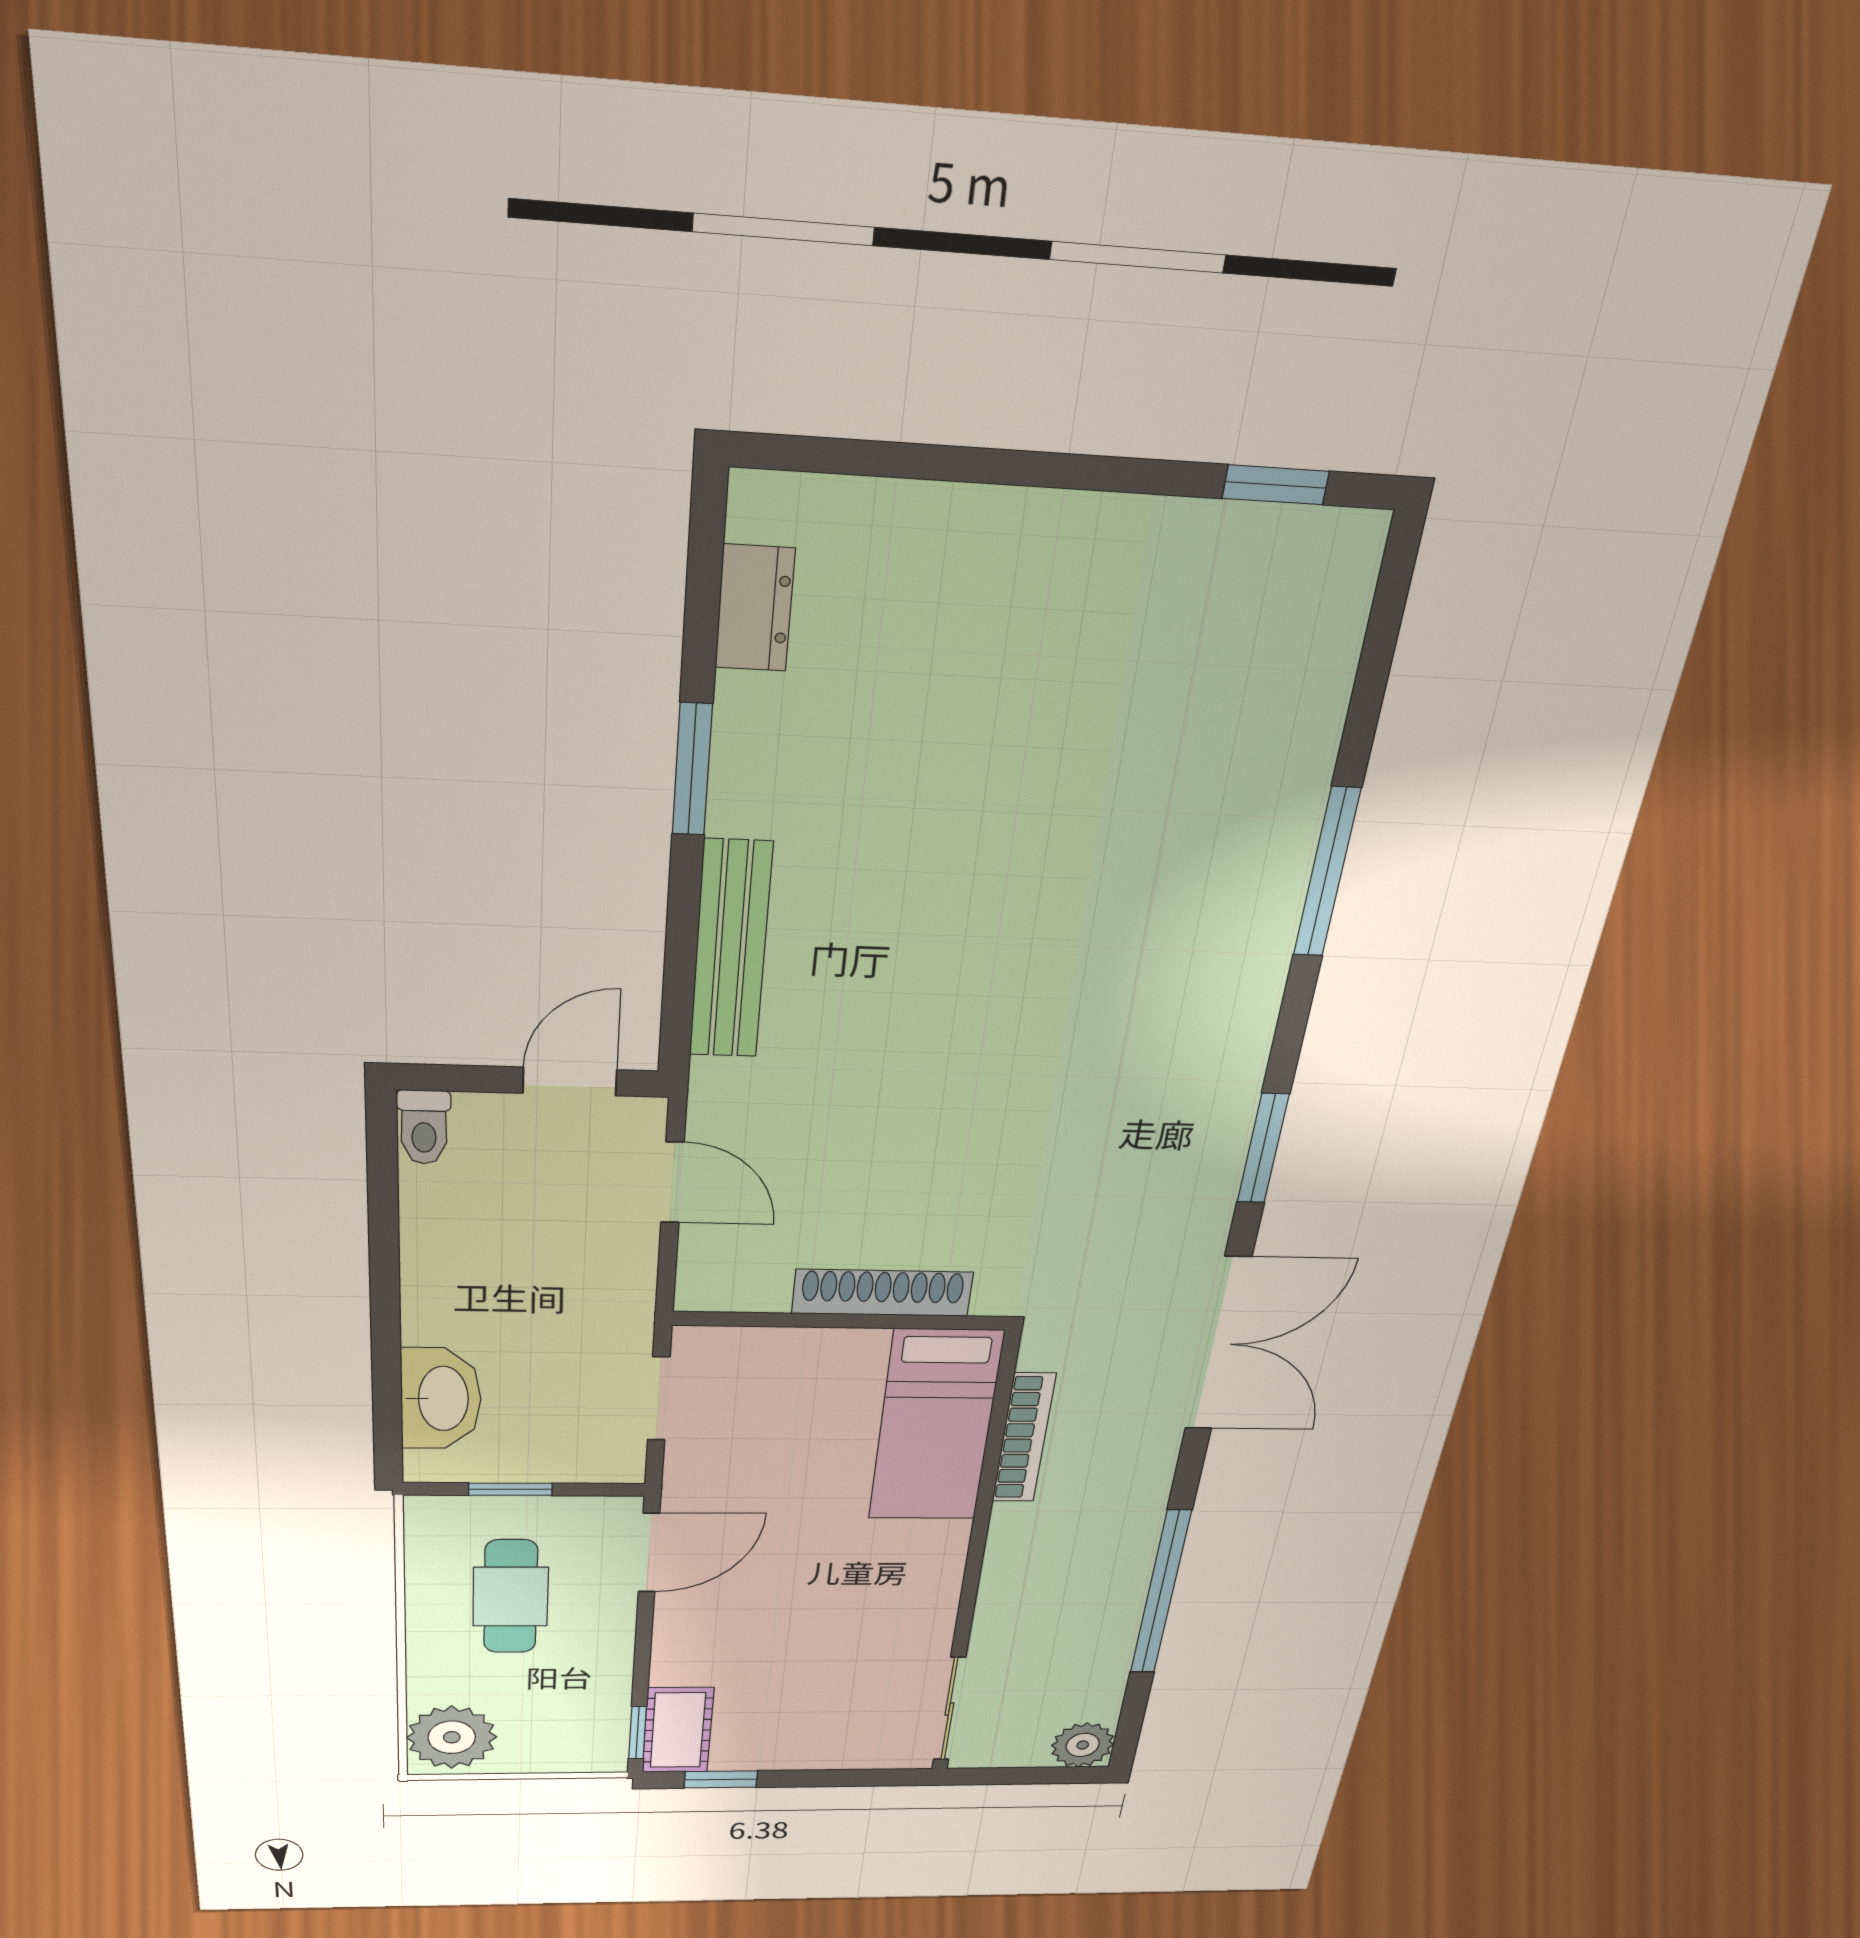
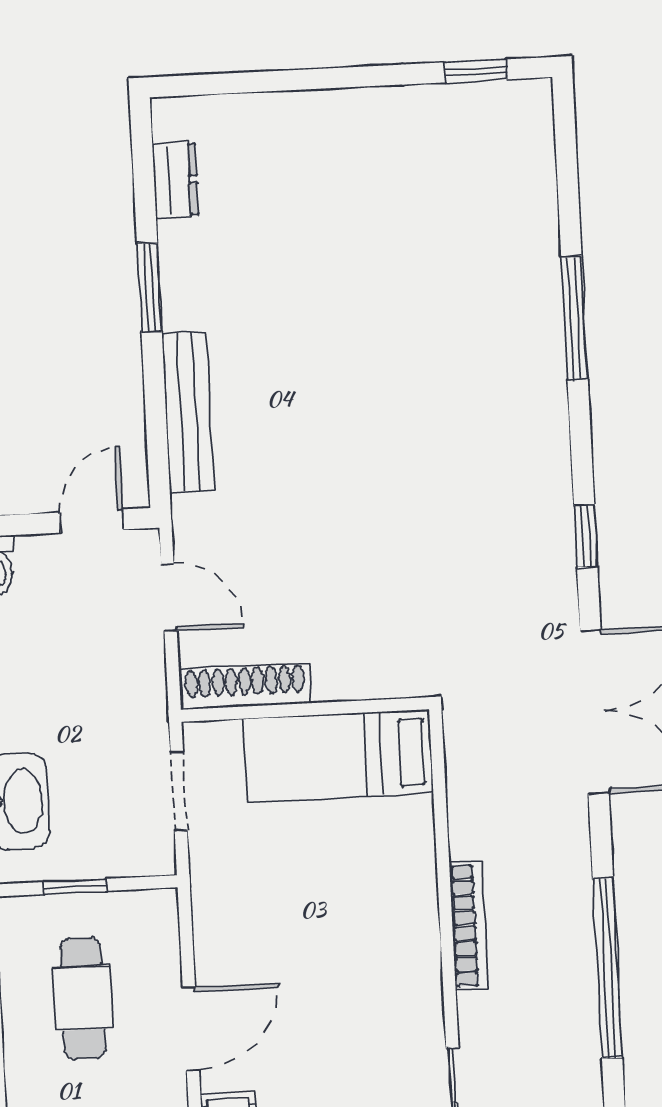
window: (1263, 1148) -> (586, 536), width x0.67
shoe rack: (882, 1293) -> (245, 686), moved
bed: (935, 1426) -> (338, 756), moved, turned 90
bookcase: (1024, 1438) -> (469, 926), moved
door: (649, 1553) -> (191, 1029), moved

